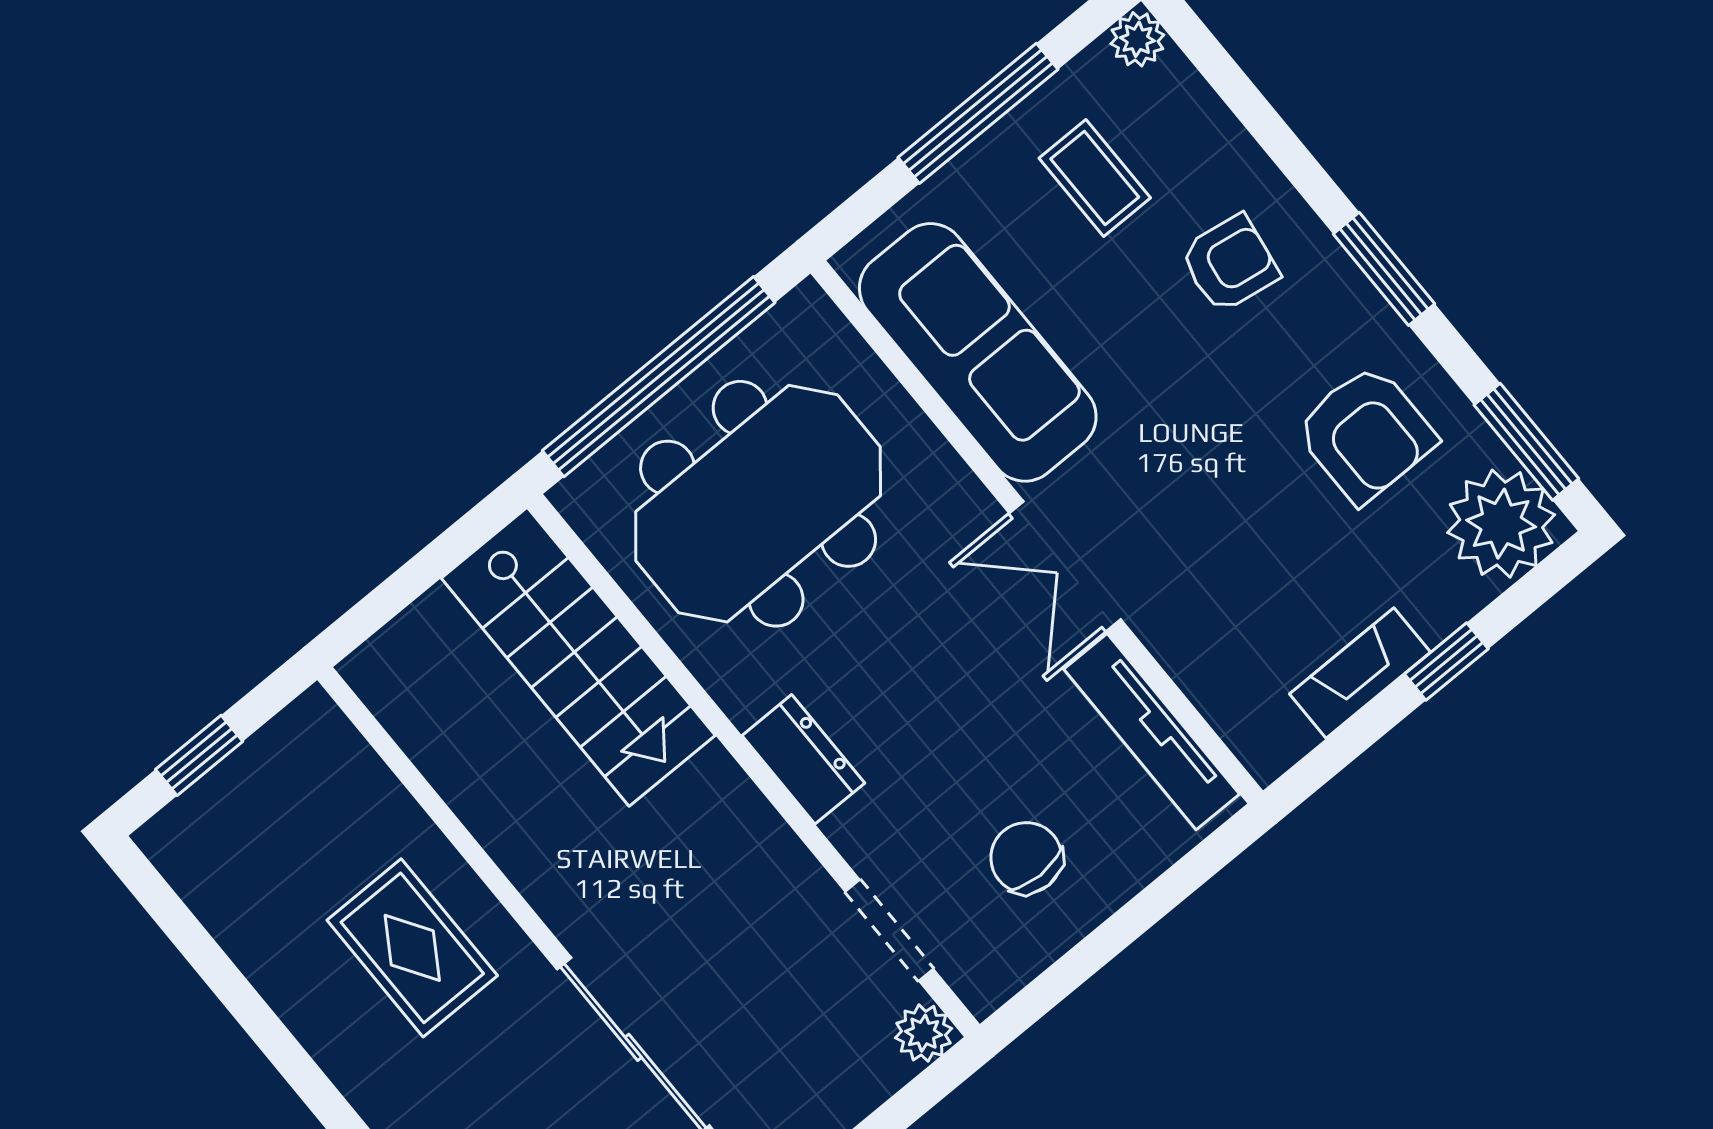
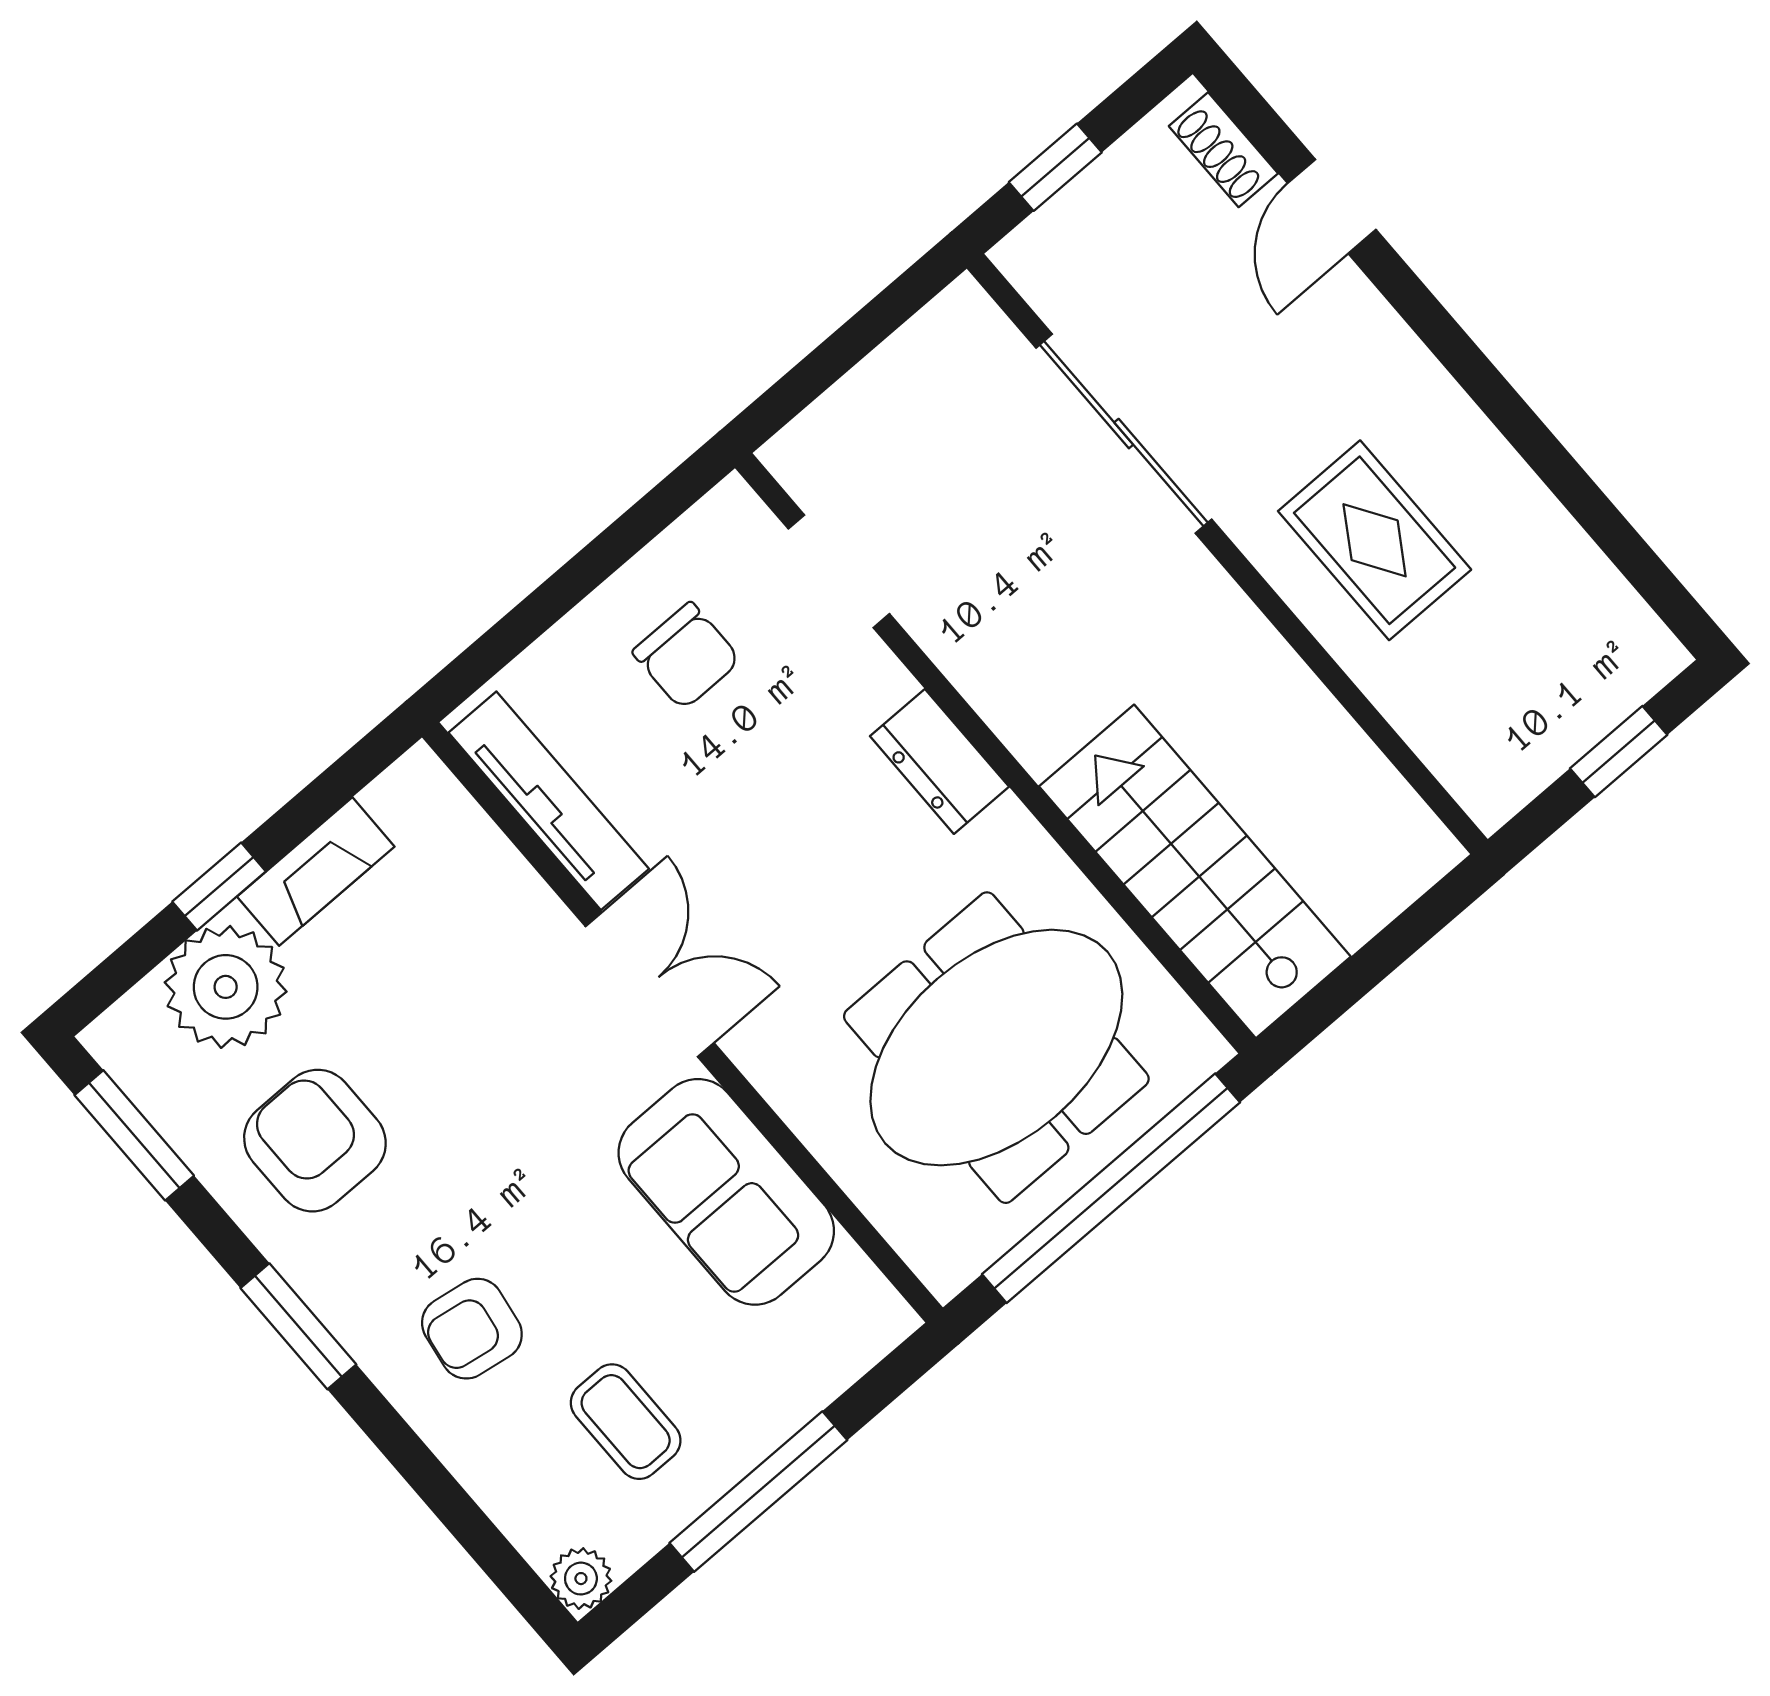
sofa: (978, 352) -> (726, 1192), width x0.73
plant: (1501, 524) -> (226, 987), moved
plant: (924, 1033) -> (798, 457), removed

